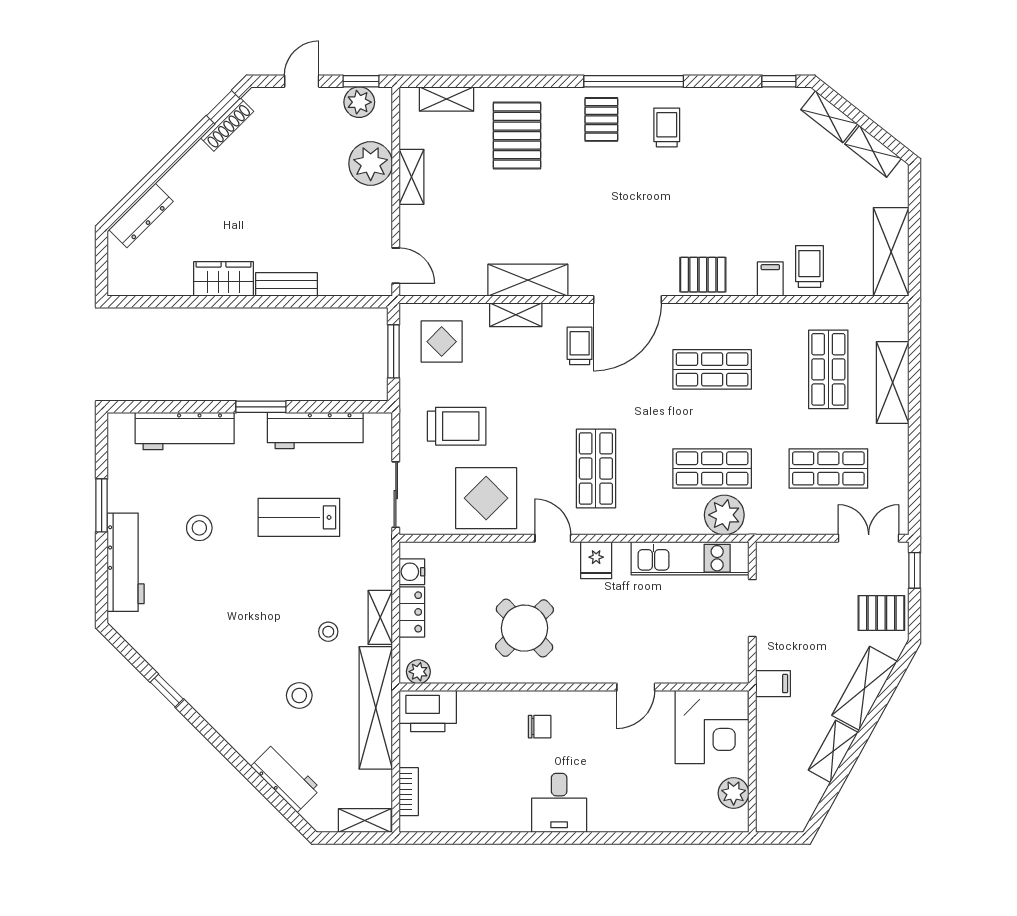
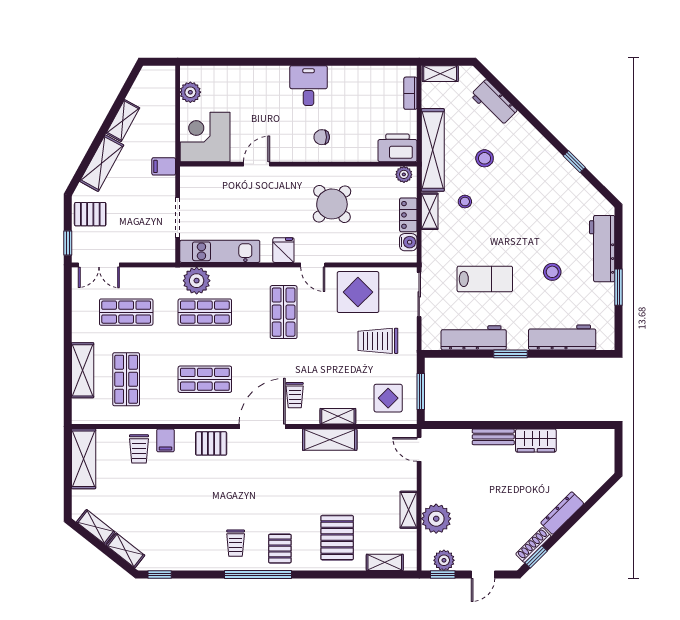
dresser: (141, 215) -> (562, 513), moved

